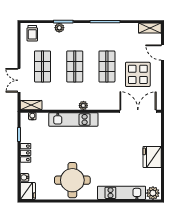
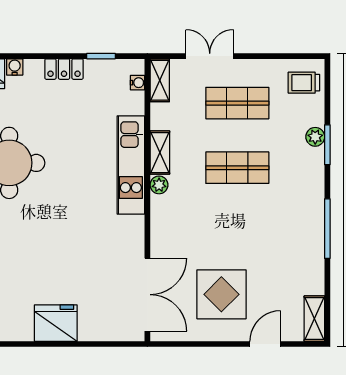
shop shelf: (107, 66) -> (237, 232), removed
shelving: (67, 105) -> (160, 153), added

